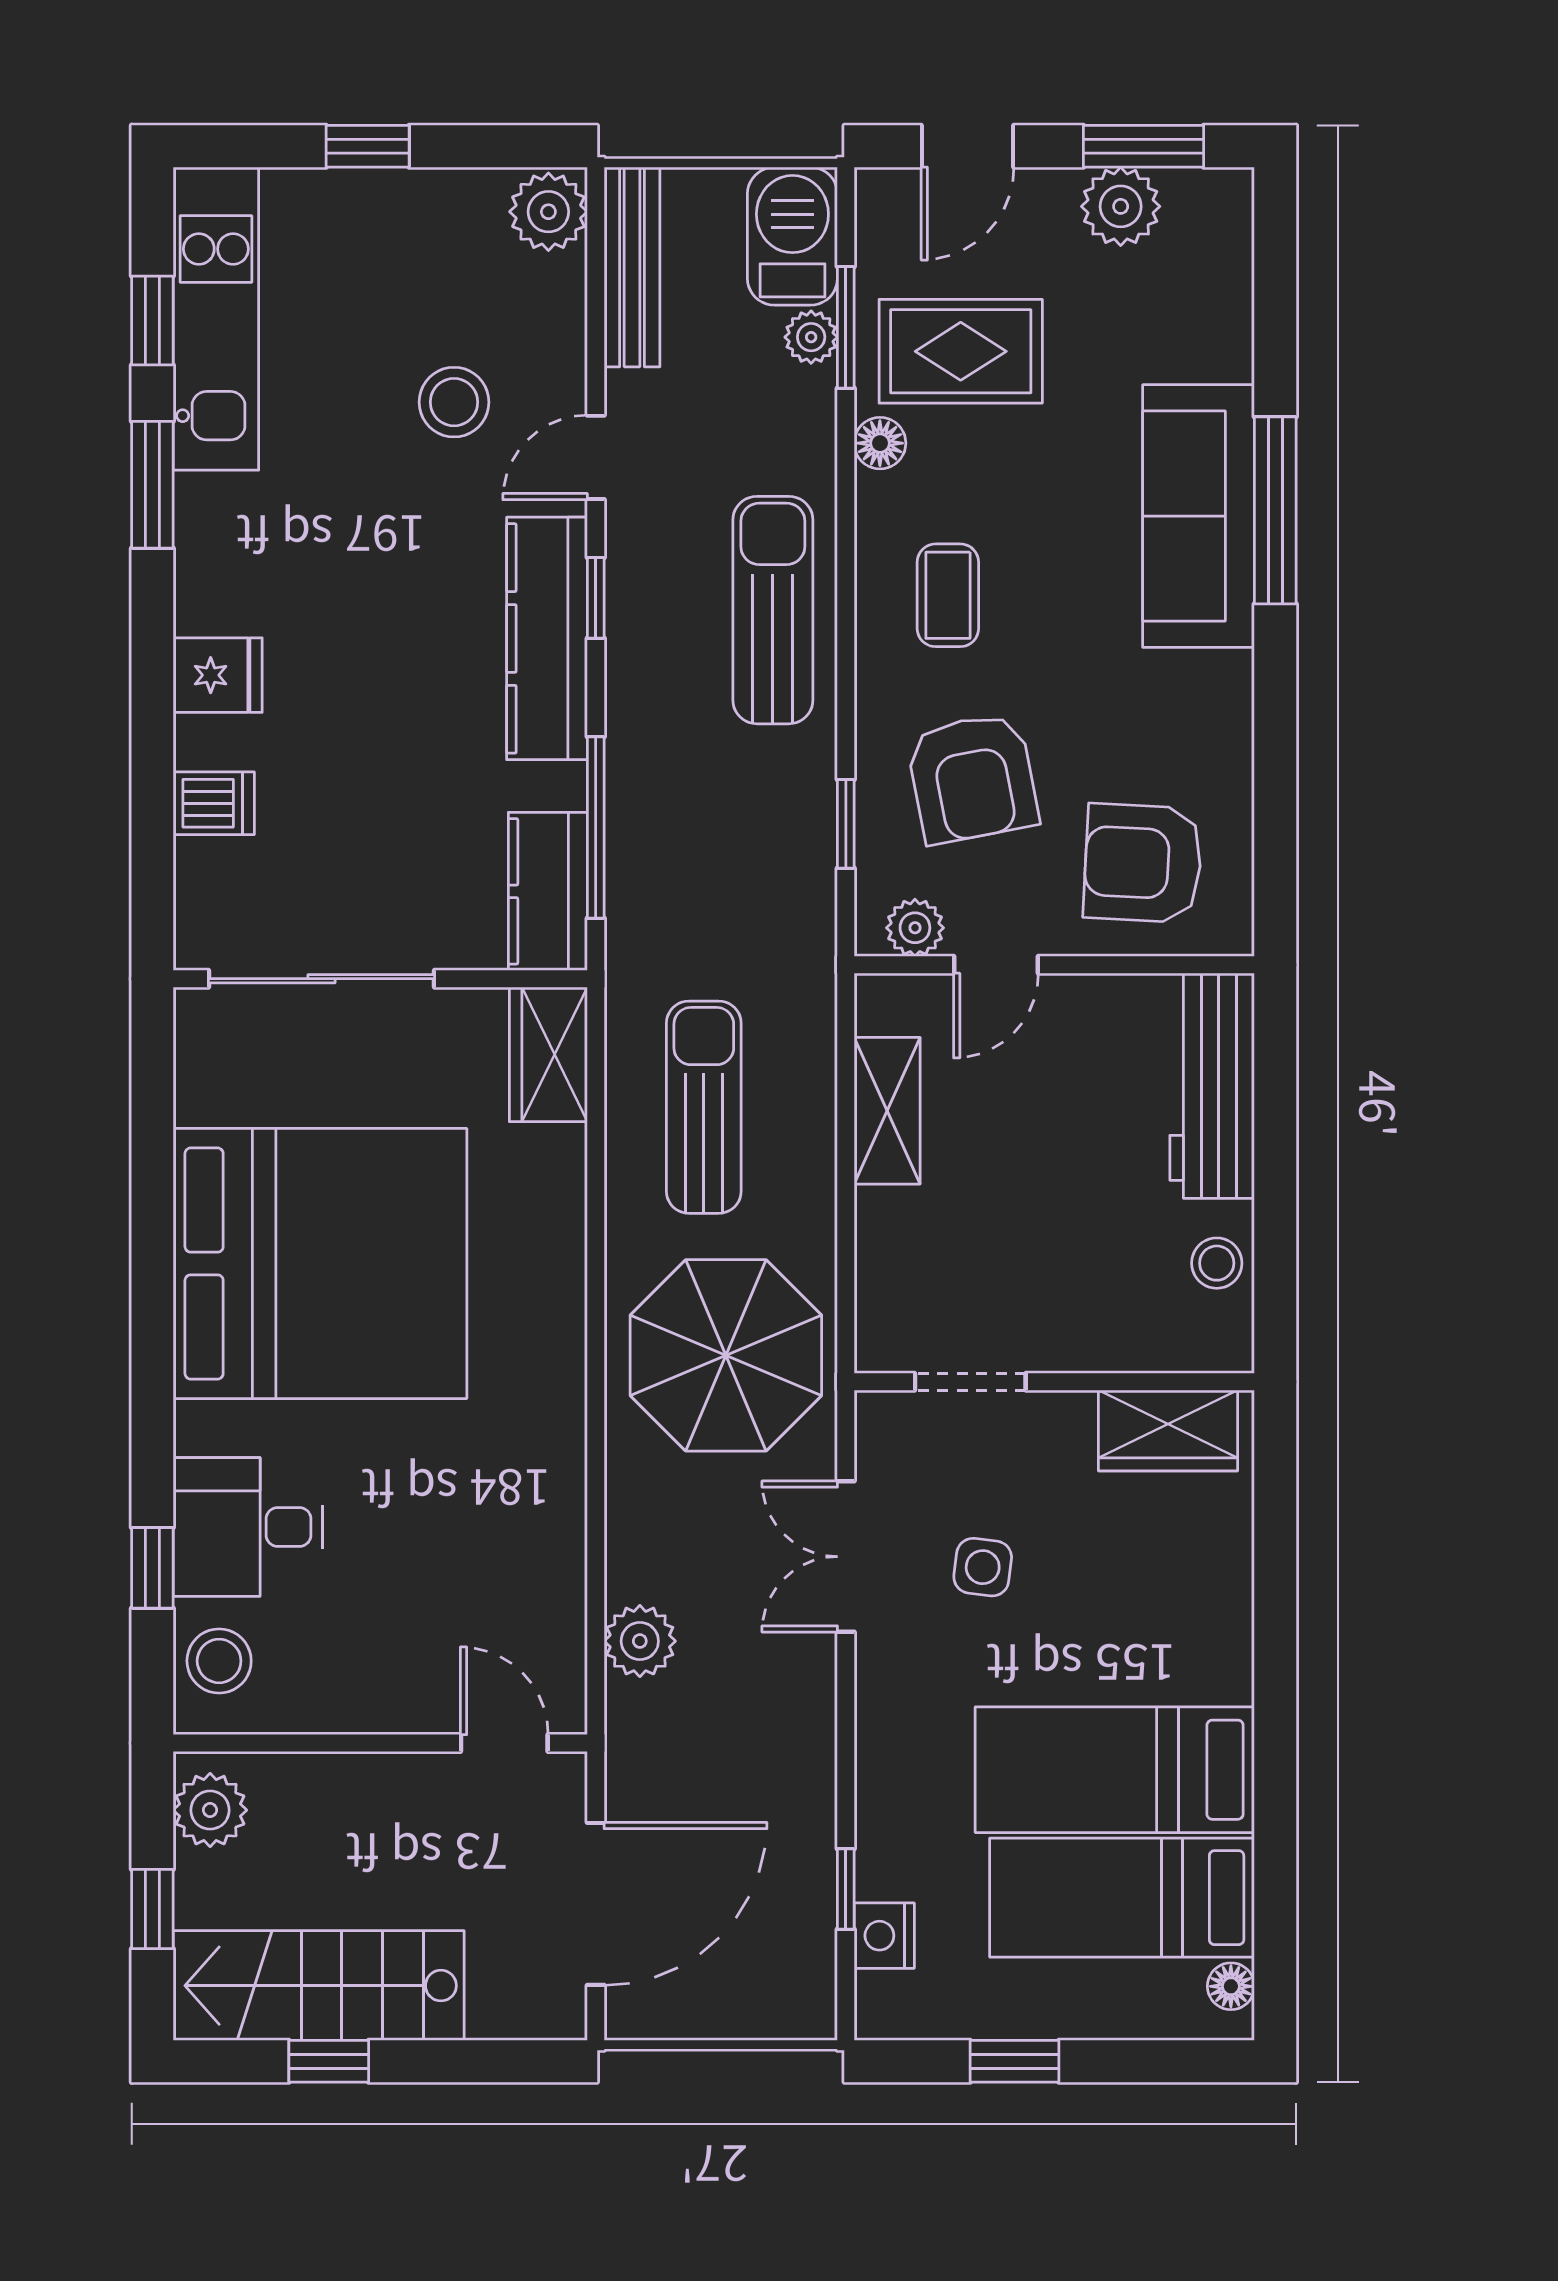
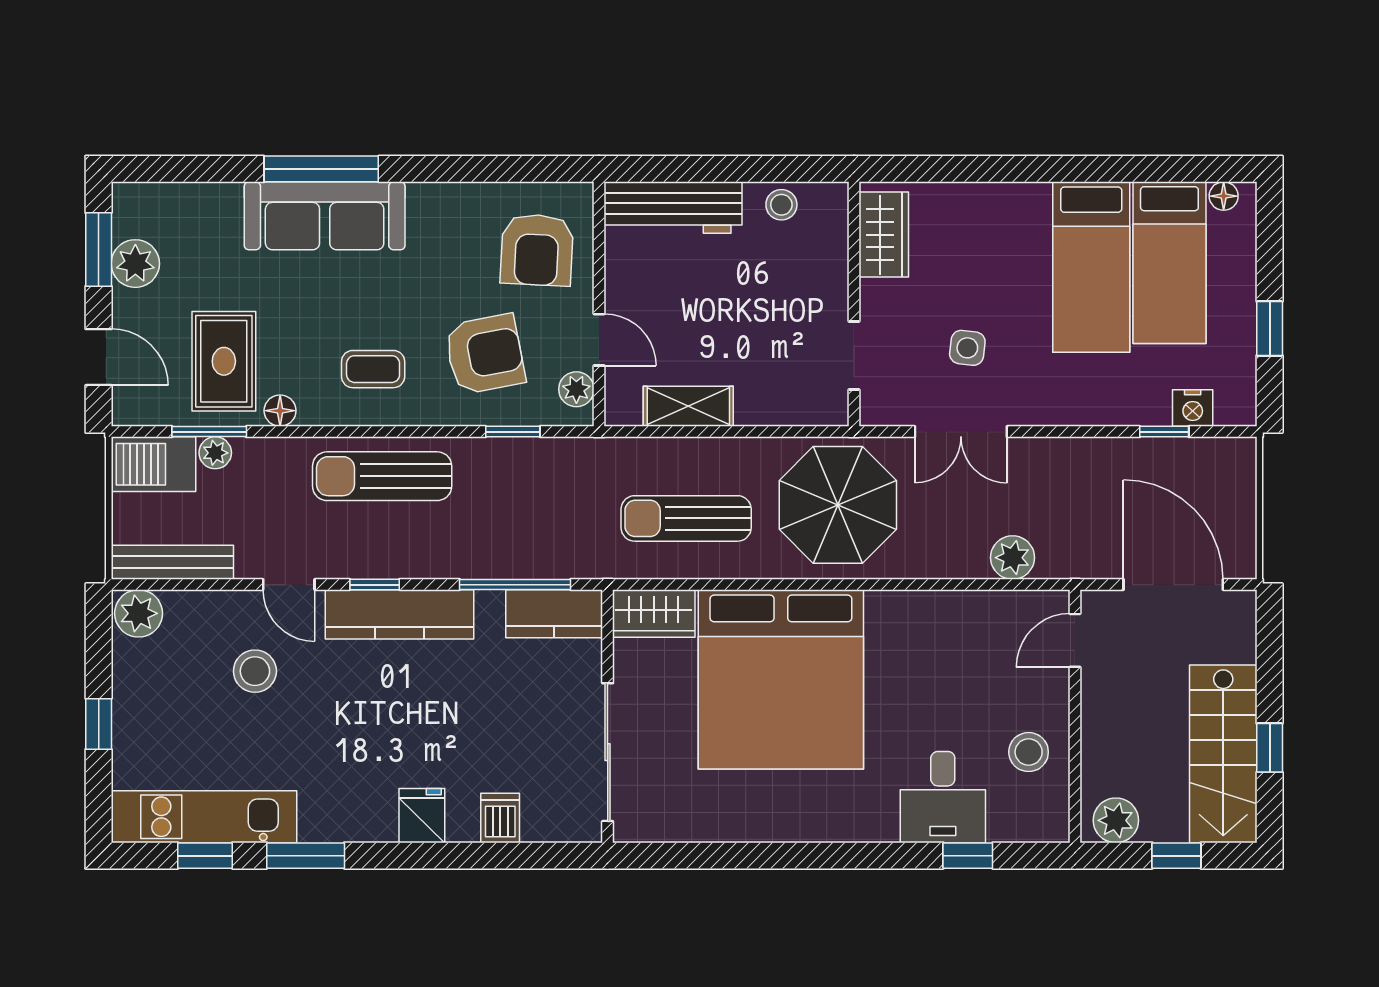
bed: (320, 1264) -> (781, 679), moved, turned 180
stool: (219, 1661) -> (1029, 752), moved

